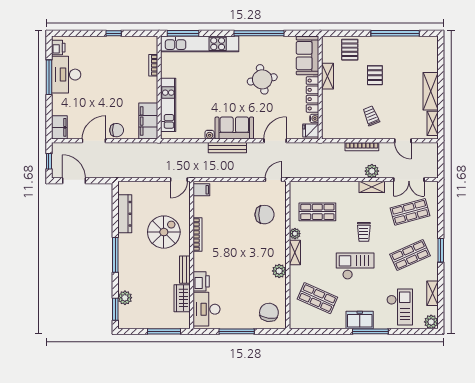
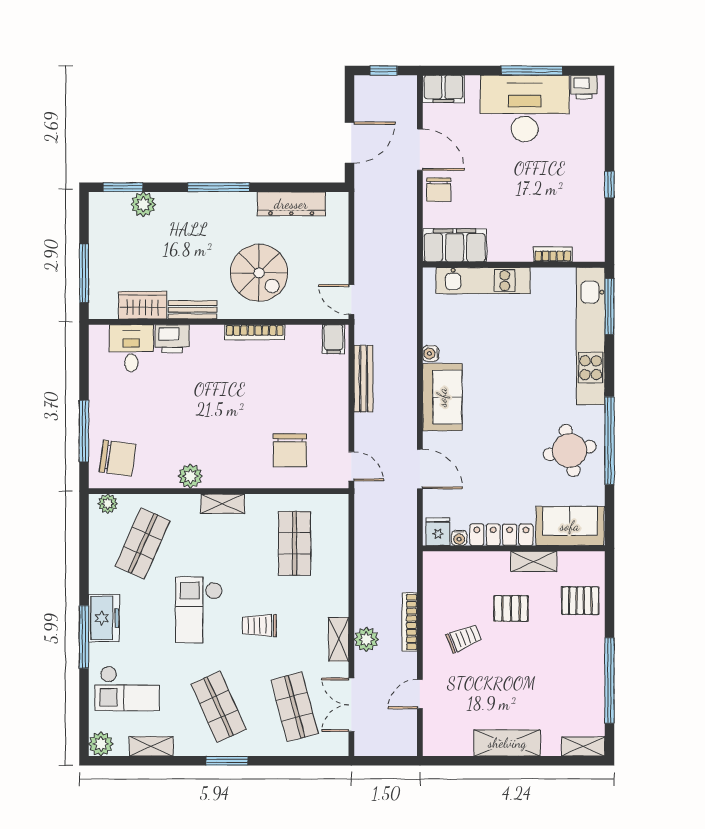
desk: (66, 75) -> (525, 108), width x1.36, depth x1.30
pallet: (375, 75) -> (511, 608), moved
round table: (262, 79) -> (570, 450), moved
shelving: (433, 123) -> (583, 746), moved
bench: (227, 148) -> (363, 379), moved
door: (74, 181) -> (349, 143), moved
plant: (295, 234) -> (108, 504), moved
checkout: (355, 266) -> (199, 610), turned 180
desk: (207, 309) -> (131, 348), width x0.73
window: (237, 331) -> (84, 431), moved

